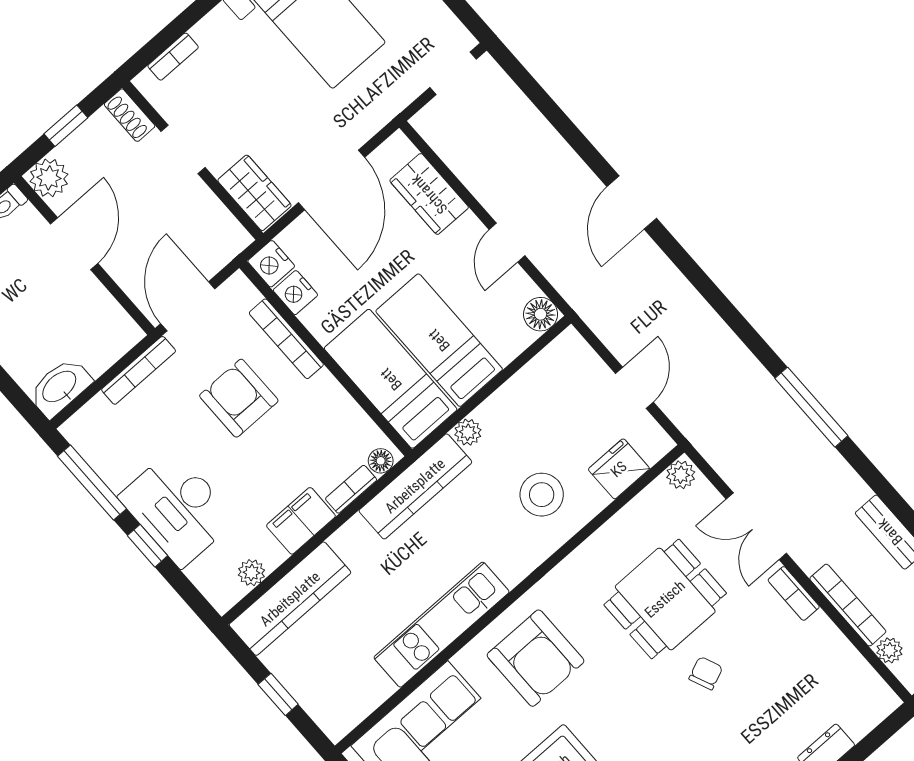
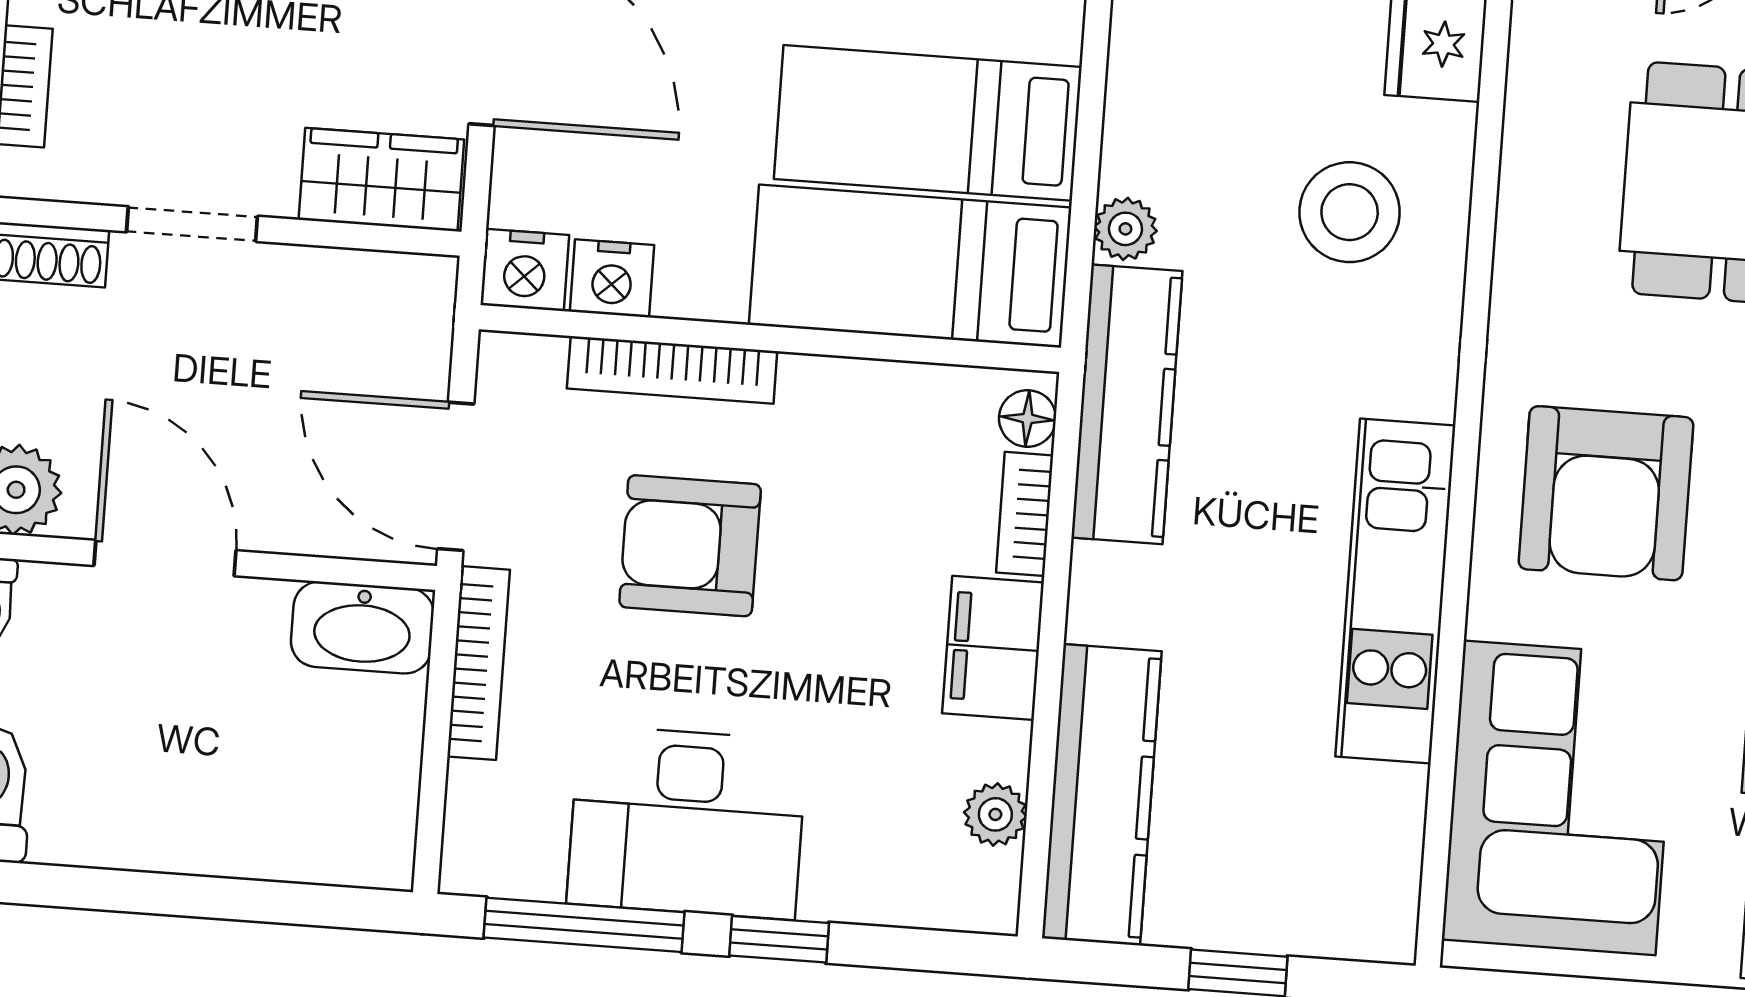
washbasin: (60, 387) -> (362, 628), moved, turned -90
desk: (178, 508) -> (687, 822), moved
armchair: (536, 658) -> (1606, 493), turned 90

